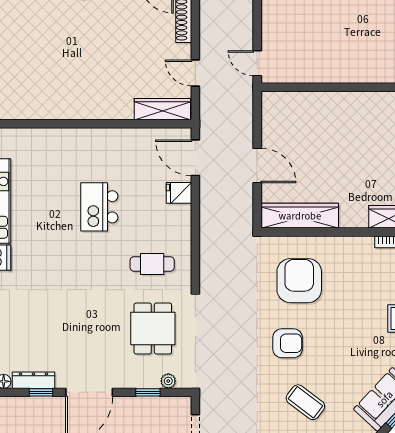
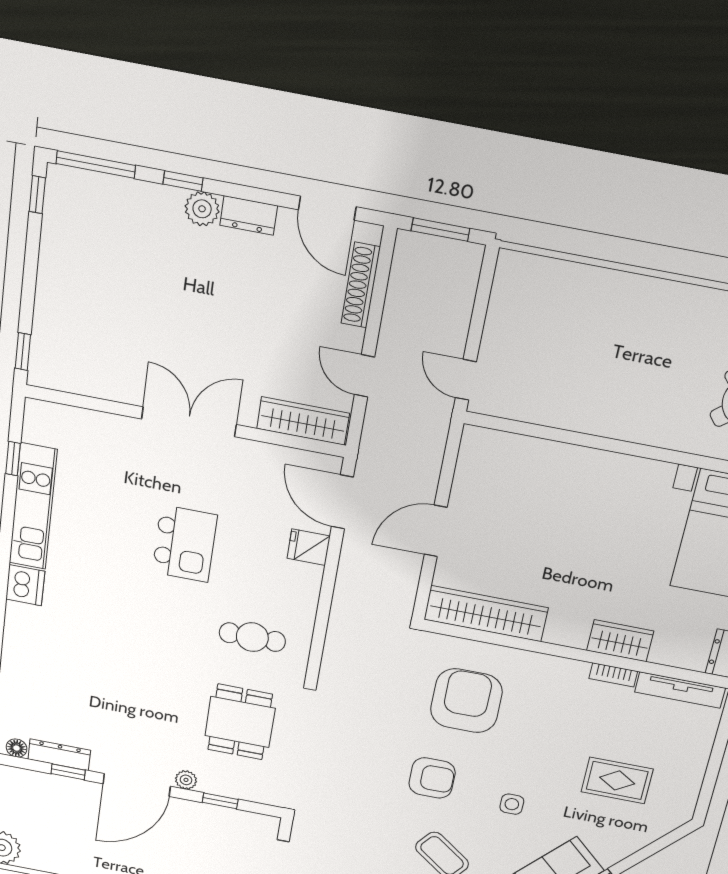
double door: (92, 124) -> (189, 422), added
door: (257, 165) -> (436, 531), swing flipped
kitchen island: (99, 207) -> (185, 544), turned 180
side table: (344, 352) -> (512, 804), added
plant: (168, 381) -> (186, 780), moved

